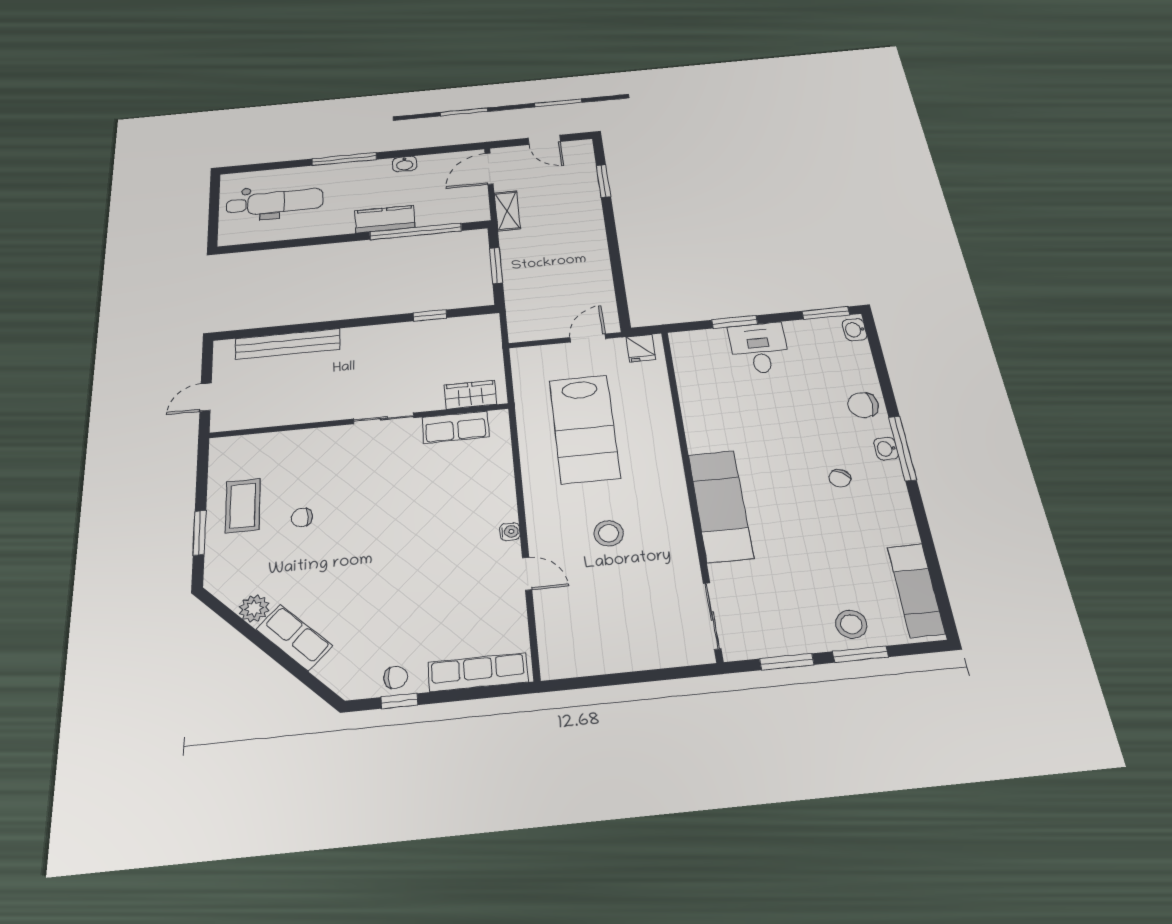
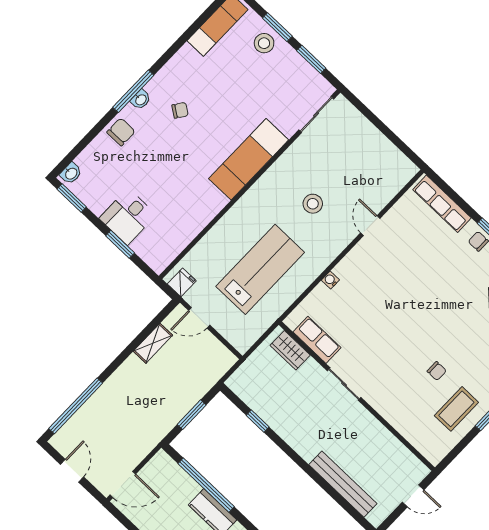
window: (603, 181) -> (76, 406), width x2.11
shelving: (507, 211) -> (153, 343), moved
chair: (863, 405) -> (121, 132), turned -90
water cooler: (510, 532) -> (330, 280), moved

